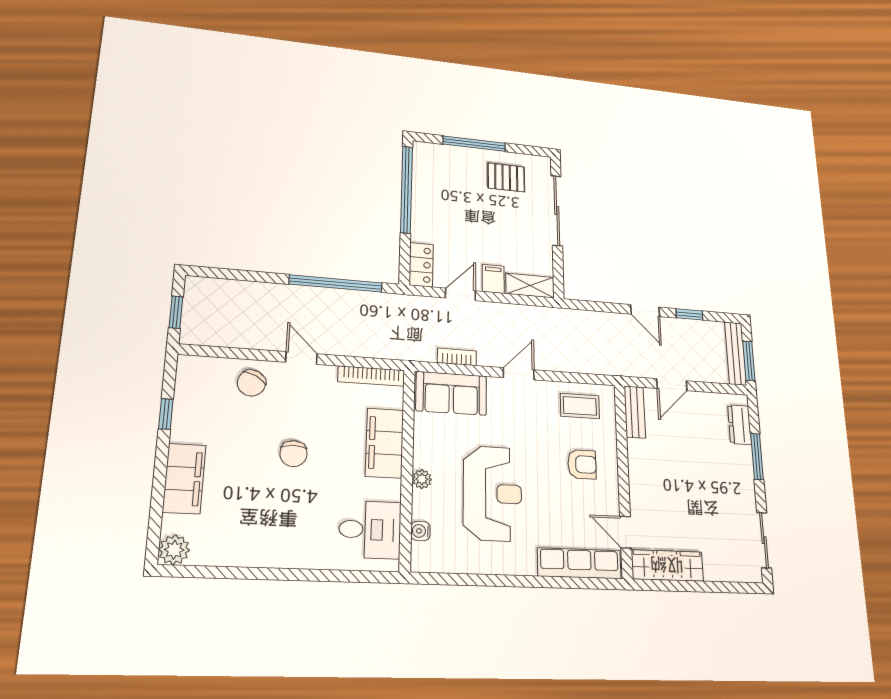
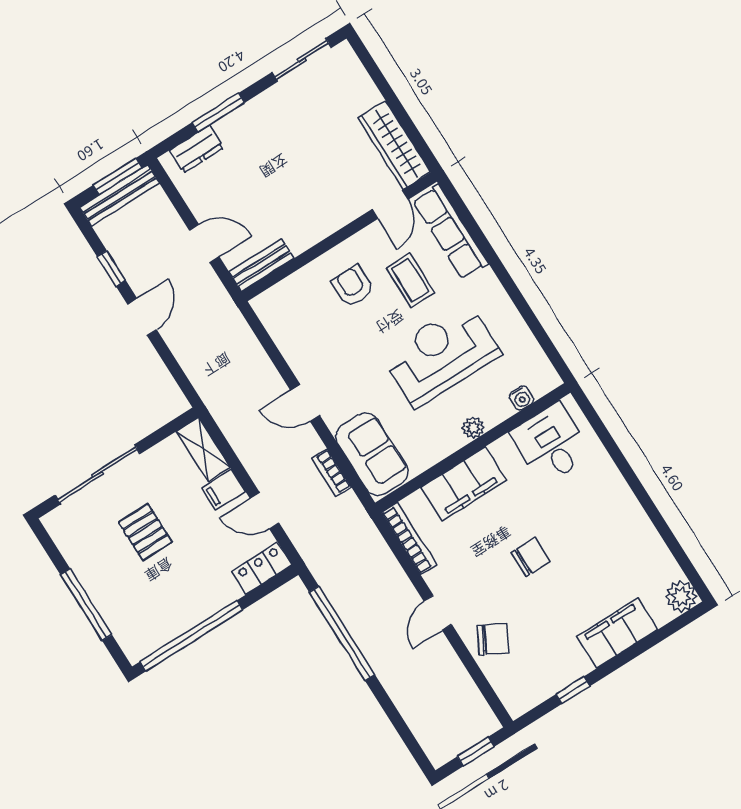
pallet: (506, 177) -> (145, 532), moved
coffee table: (580, 406) -> (410, 280), moved

